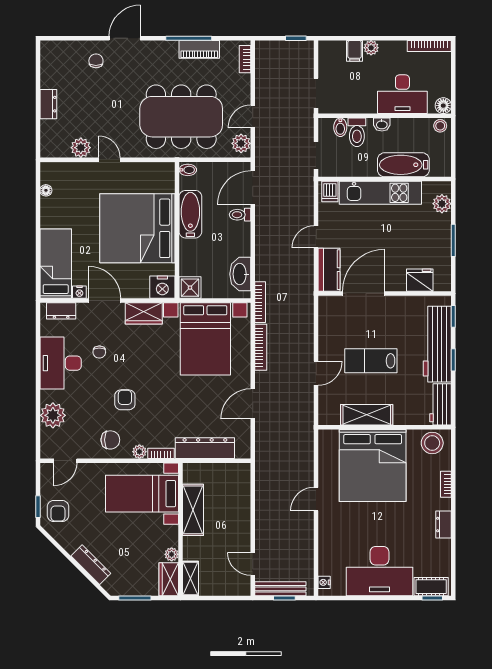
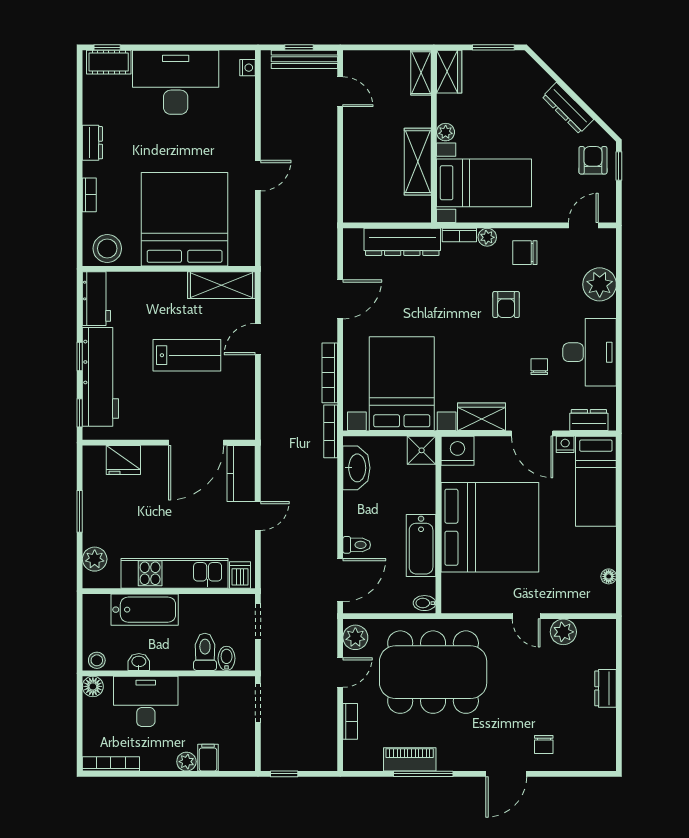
bookcase: (245, 59) -> (350, 721), moved
washbasin: (382, 124) -> (139, 662), moved
shelving: (367, 415) -> (221, 285), moved
plant: (172, 554) -> (446, 132), moved
dresser: (91, 565) -> (568, 108), moved

